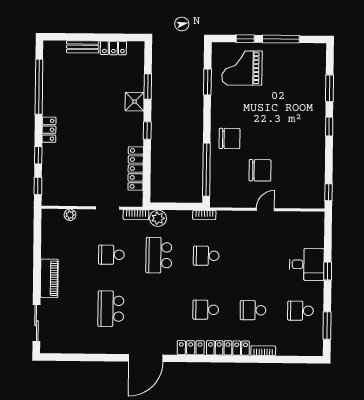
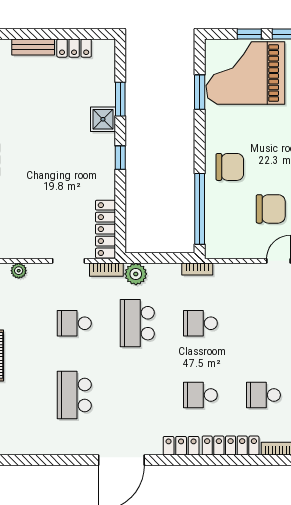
grand piano: (242, 68) -> (245, 73), width x1.37, depth x1.48
locker: (136, 168) -> (105, 229), moved

